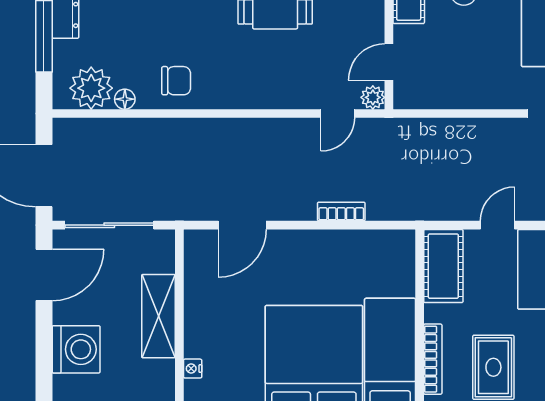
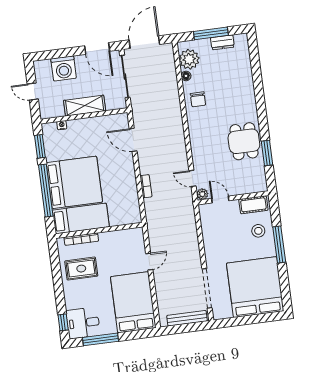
door: (498, 225) -> (149, 262), hinge flipped
cot: (443, 266) -> (126, 238), removed

